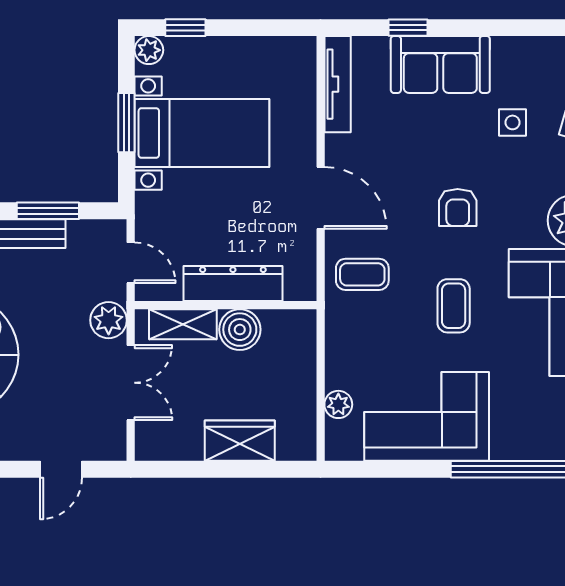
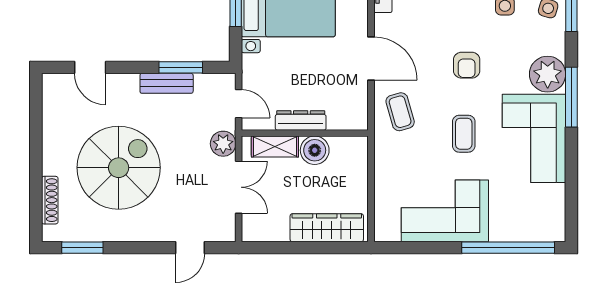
coffee table: (362, 274) -> (400, 112), turned 74
dresser: (233, 283) -> (301, 120), width x0.73, depth x0.80
plant: (338, 404) -> (383, 203), removed
wardrobe: (240, 441) -> (327, 228), width x1.50

